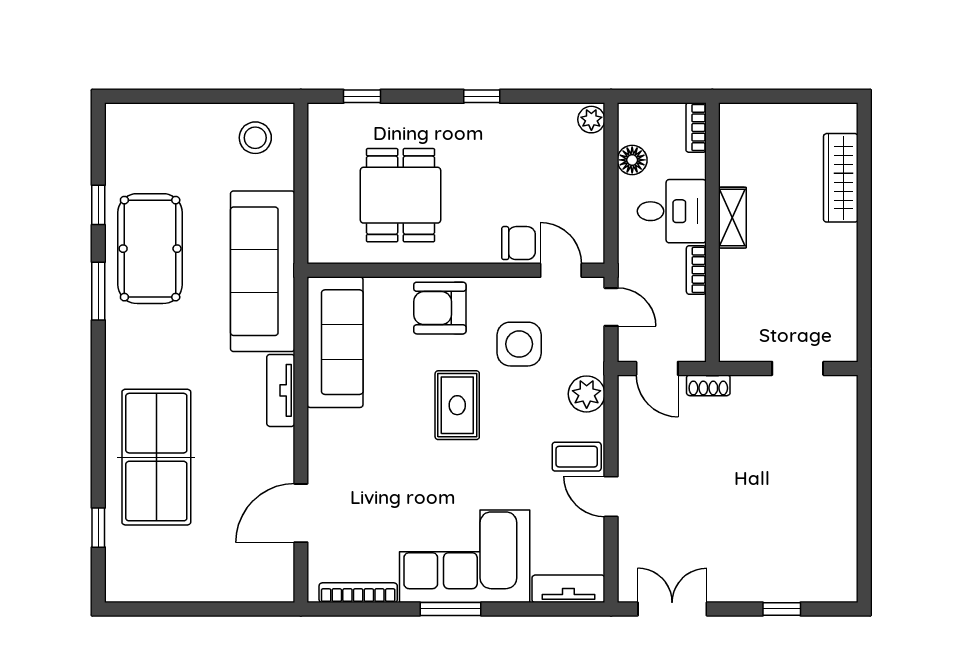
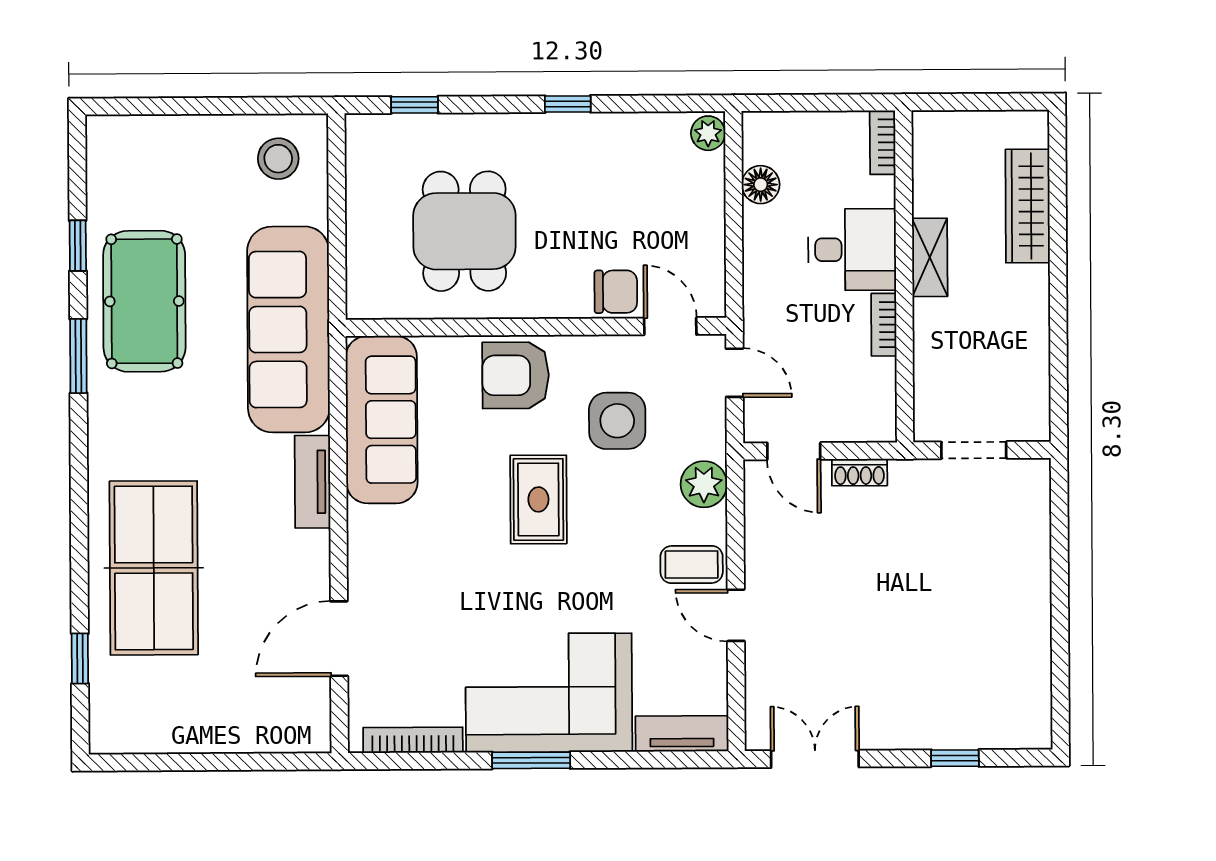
bookcase: (696, 128) -> (883, 142), moved
desk: (672, 211) -> (852, 250), moved
shelving: (732, 218) -> (930, 257), moved
wall: (712, 232) -> (904, 276), moved
bookcase: (696, 270) -> (884, 325), moved

